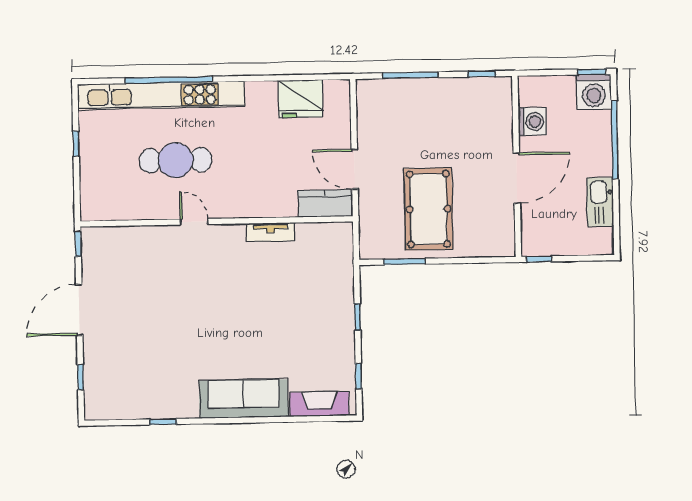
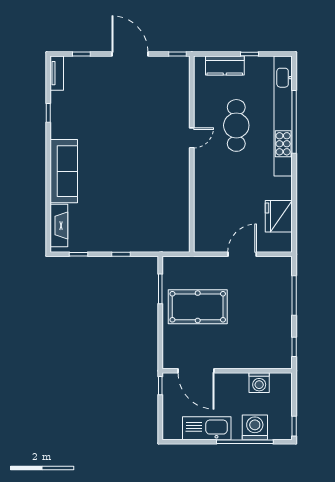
washing machine: (594, 92) -> (255, 427), moved, turned 90
door: (355, 169) -> (242, 254), moved
door: (517, 178) -> (196, 371), moved
kitchen sink: (600, 202) -> (207, 428), width x1.36, depth x1.24
kitchen counter: (325, 203) -> (225, 66), moved, turned 90
tv unit: (271, 232) -> (57, 73), moved, turned 180

